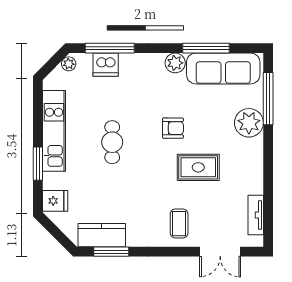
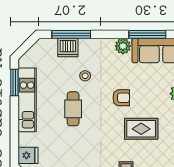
plant: (69, 64) -> (39, 47), removed
stool: (127, 100) -> (85, 76), added
window: (38, 164) -> (14, 82), moved

